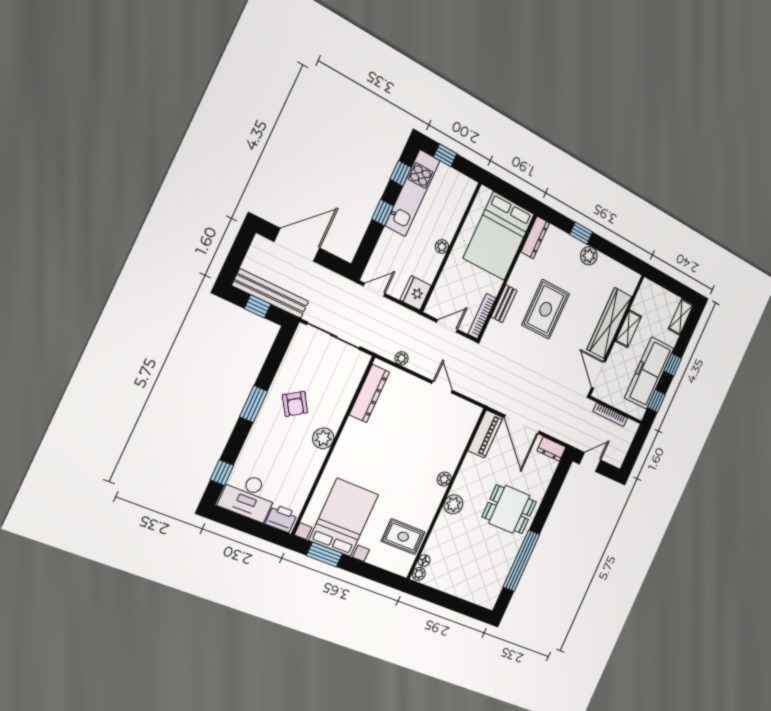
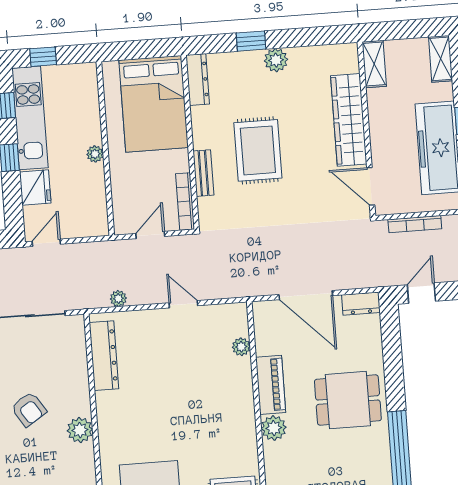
fridge: (416, 293) -> (35, 187), moved, turned 180
shelving: (628, 329) -> (374, 64), moved
piano: (485, 434) -> (271, 385), moved
plant: (444, 479) -> (241, 347), moved

